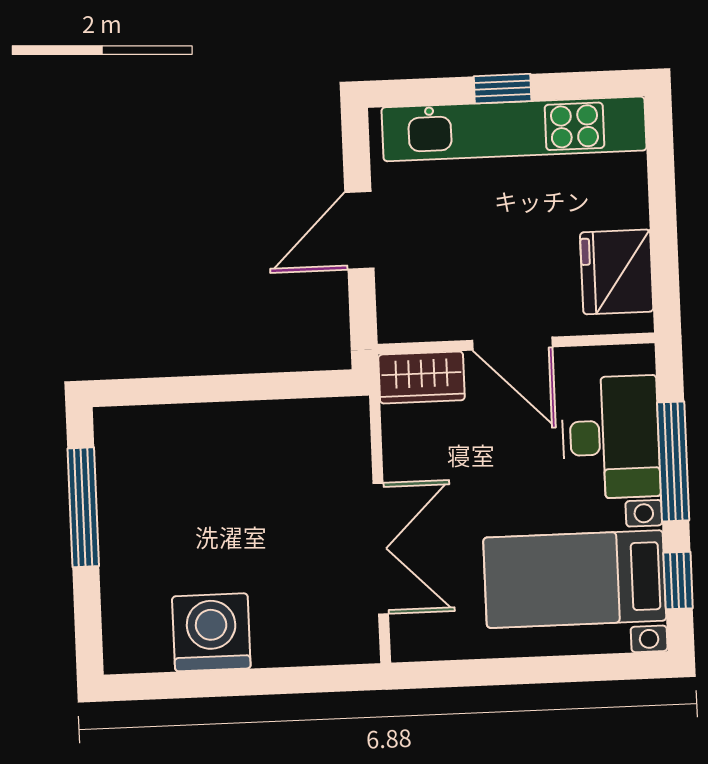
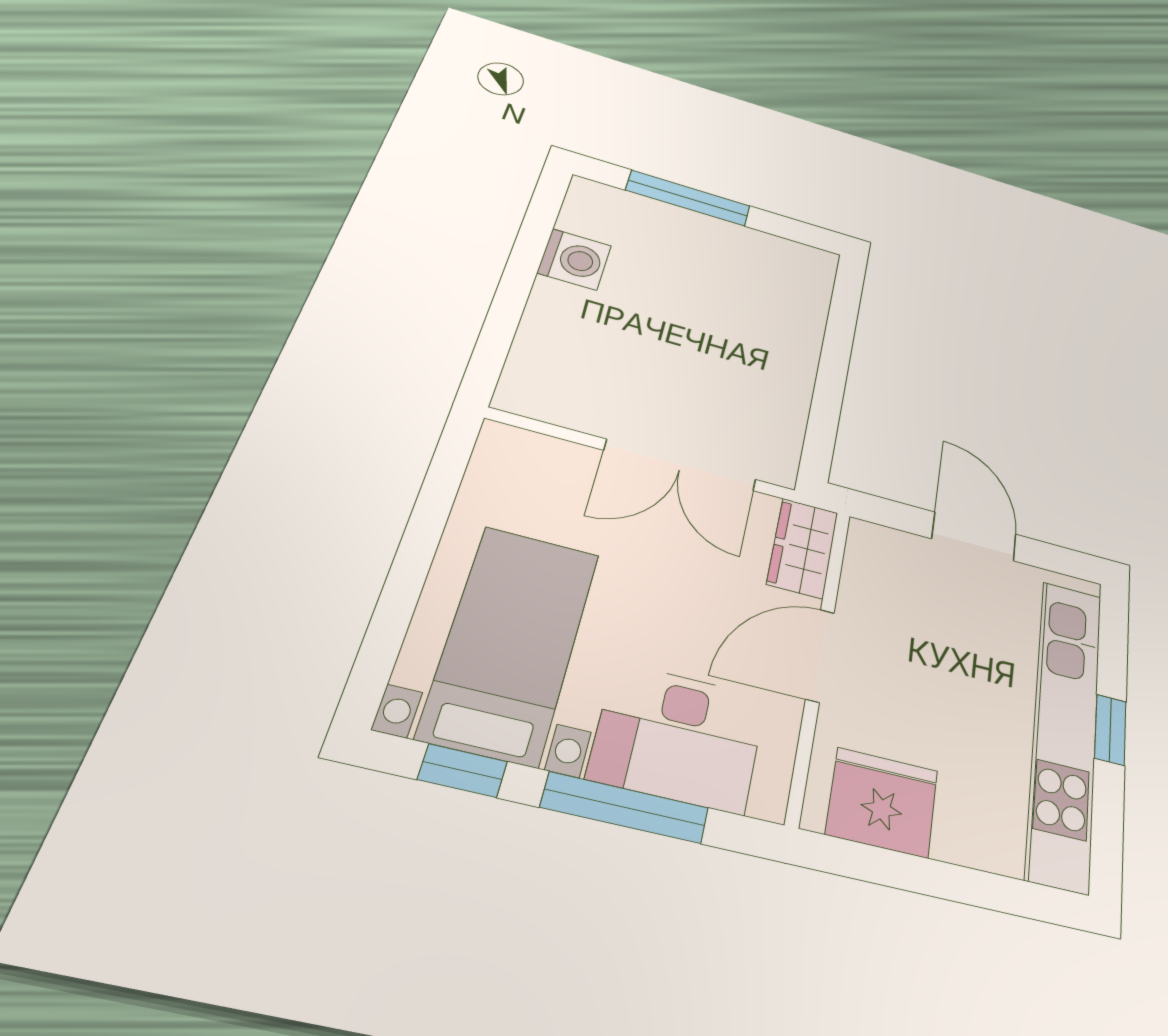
window: (83, 507) -> (688, 198), moved
double door: (381, 549) -> (680, 465), moved
washing machine: (211, 632) -> (574, 259), width x0.73, depth x0.73

